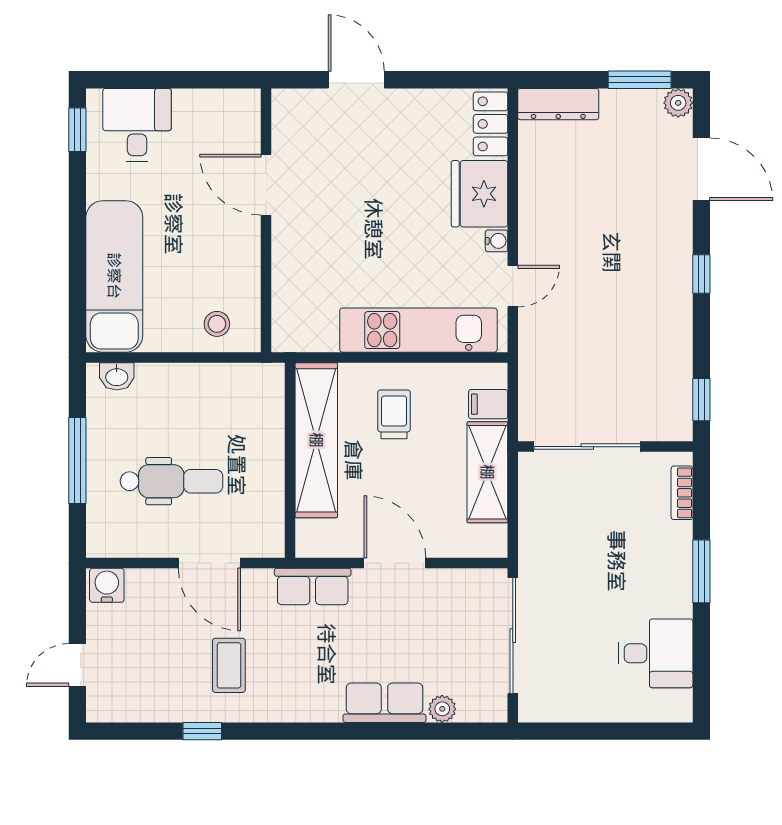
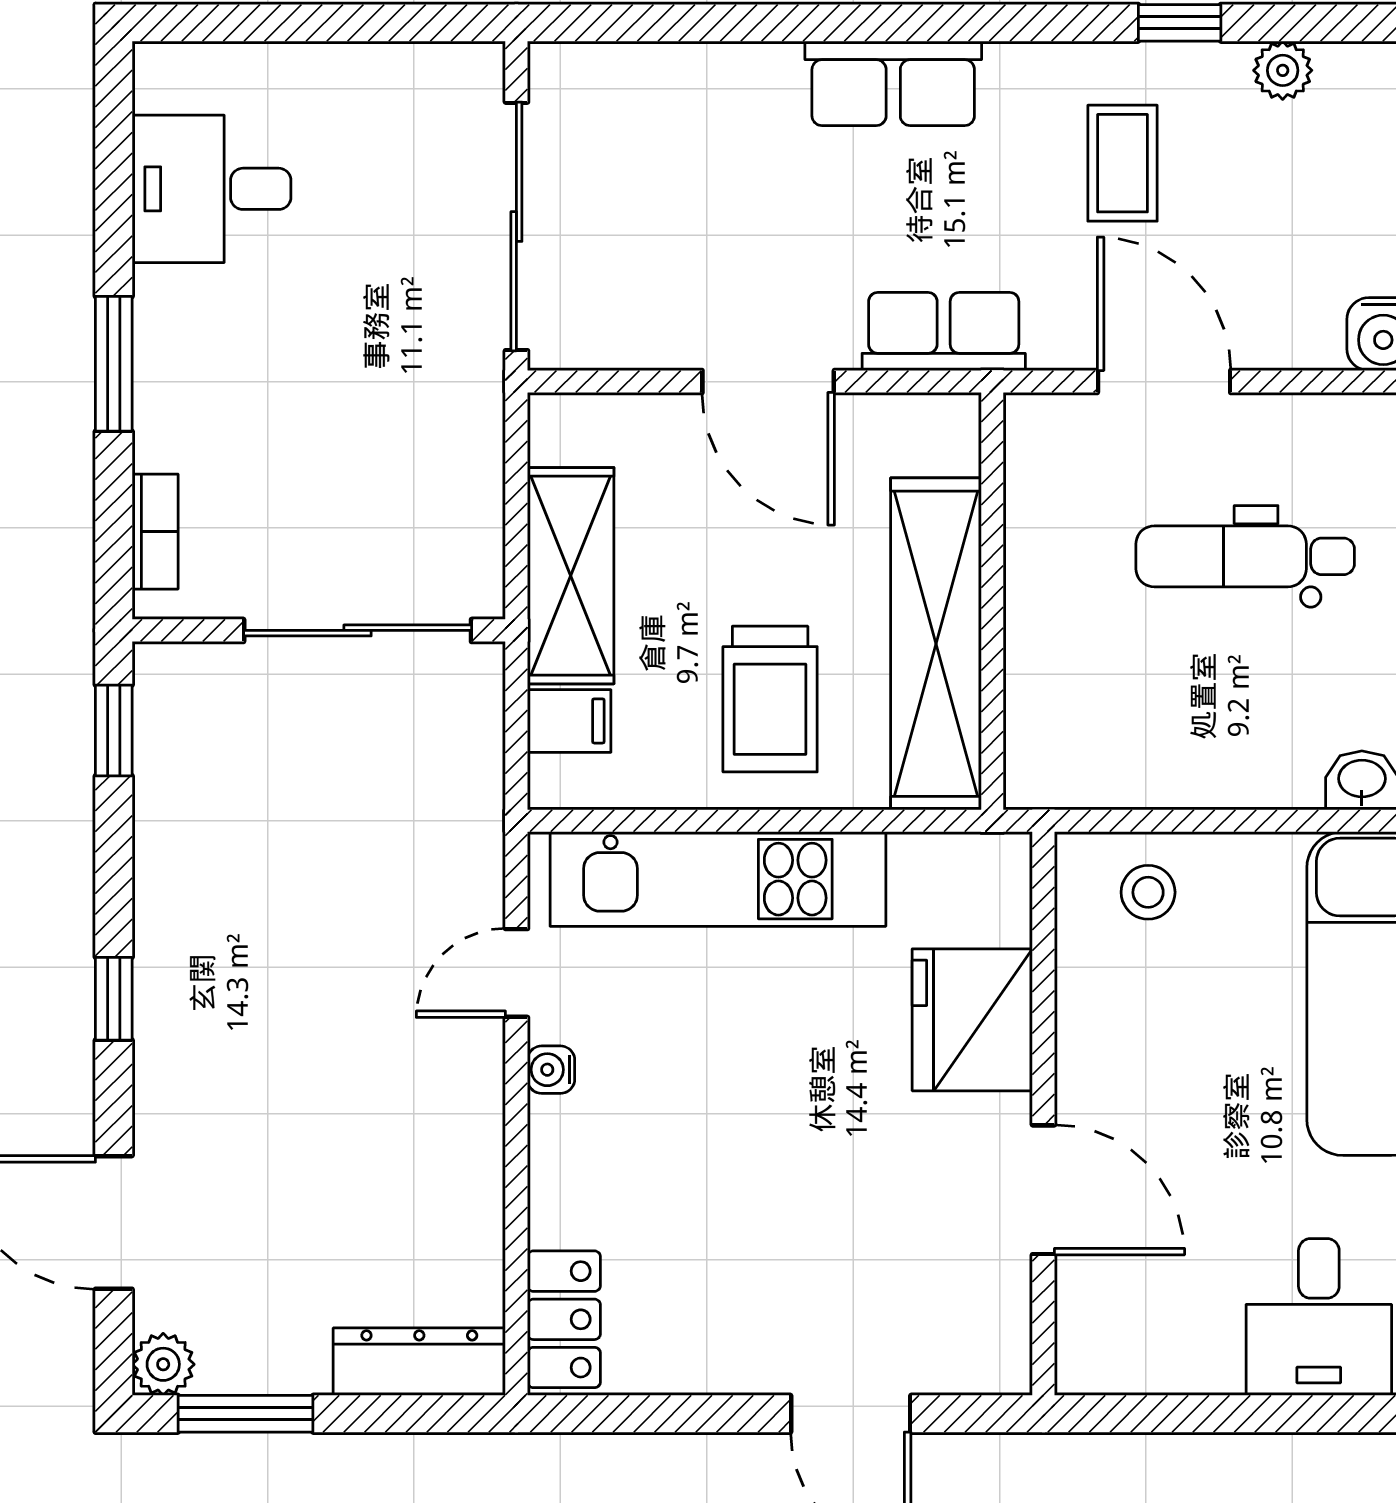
fridge: (479, 194) -> (972, 1020), moved, turned 180
trolley: (394, 414) -> (770, 699), width x1.36, depth x1.39
row of seats: (384, 703) -> (893, 83), moved
plant: (442, 709) -> (1283, 70), moved

